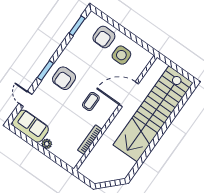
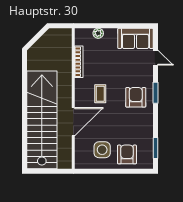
plant: (47, 144) -> (98, 33), moved

